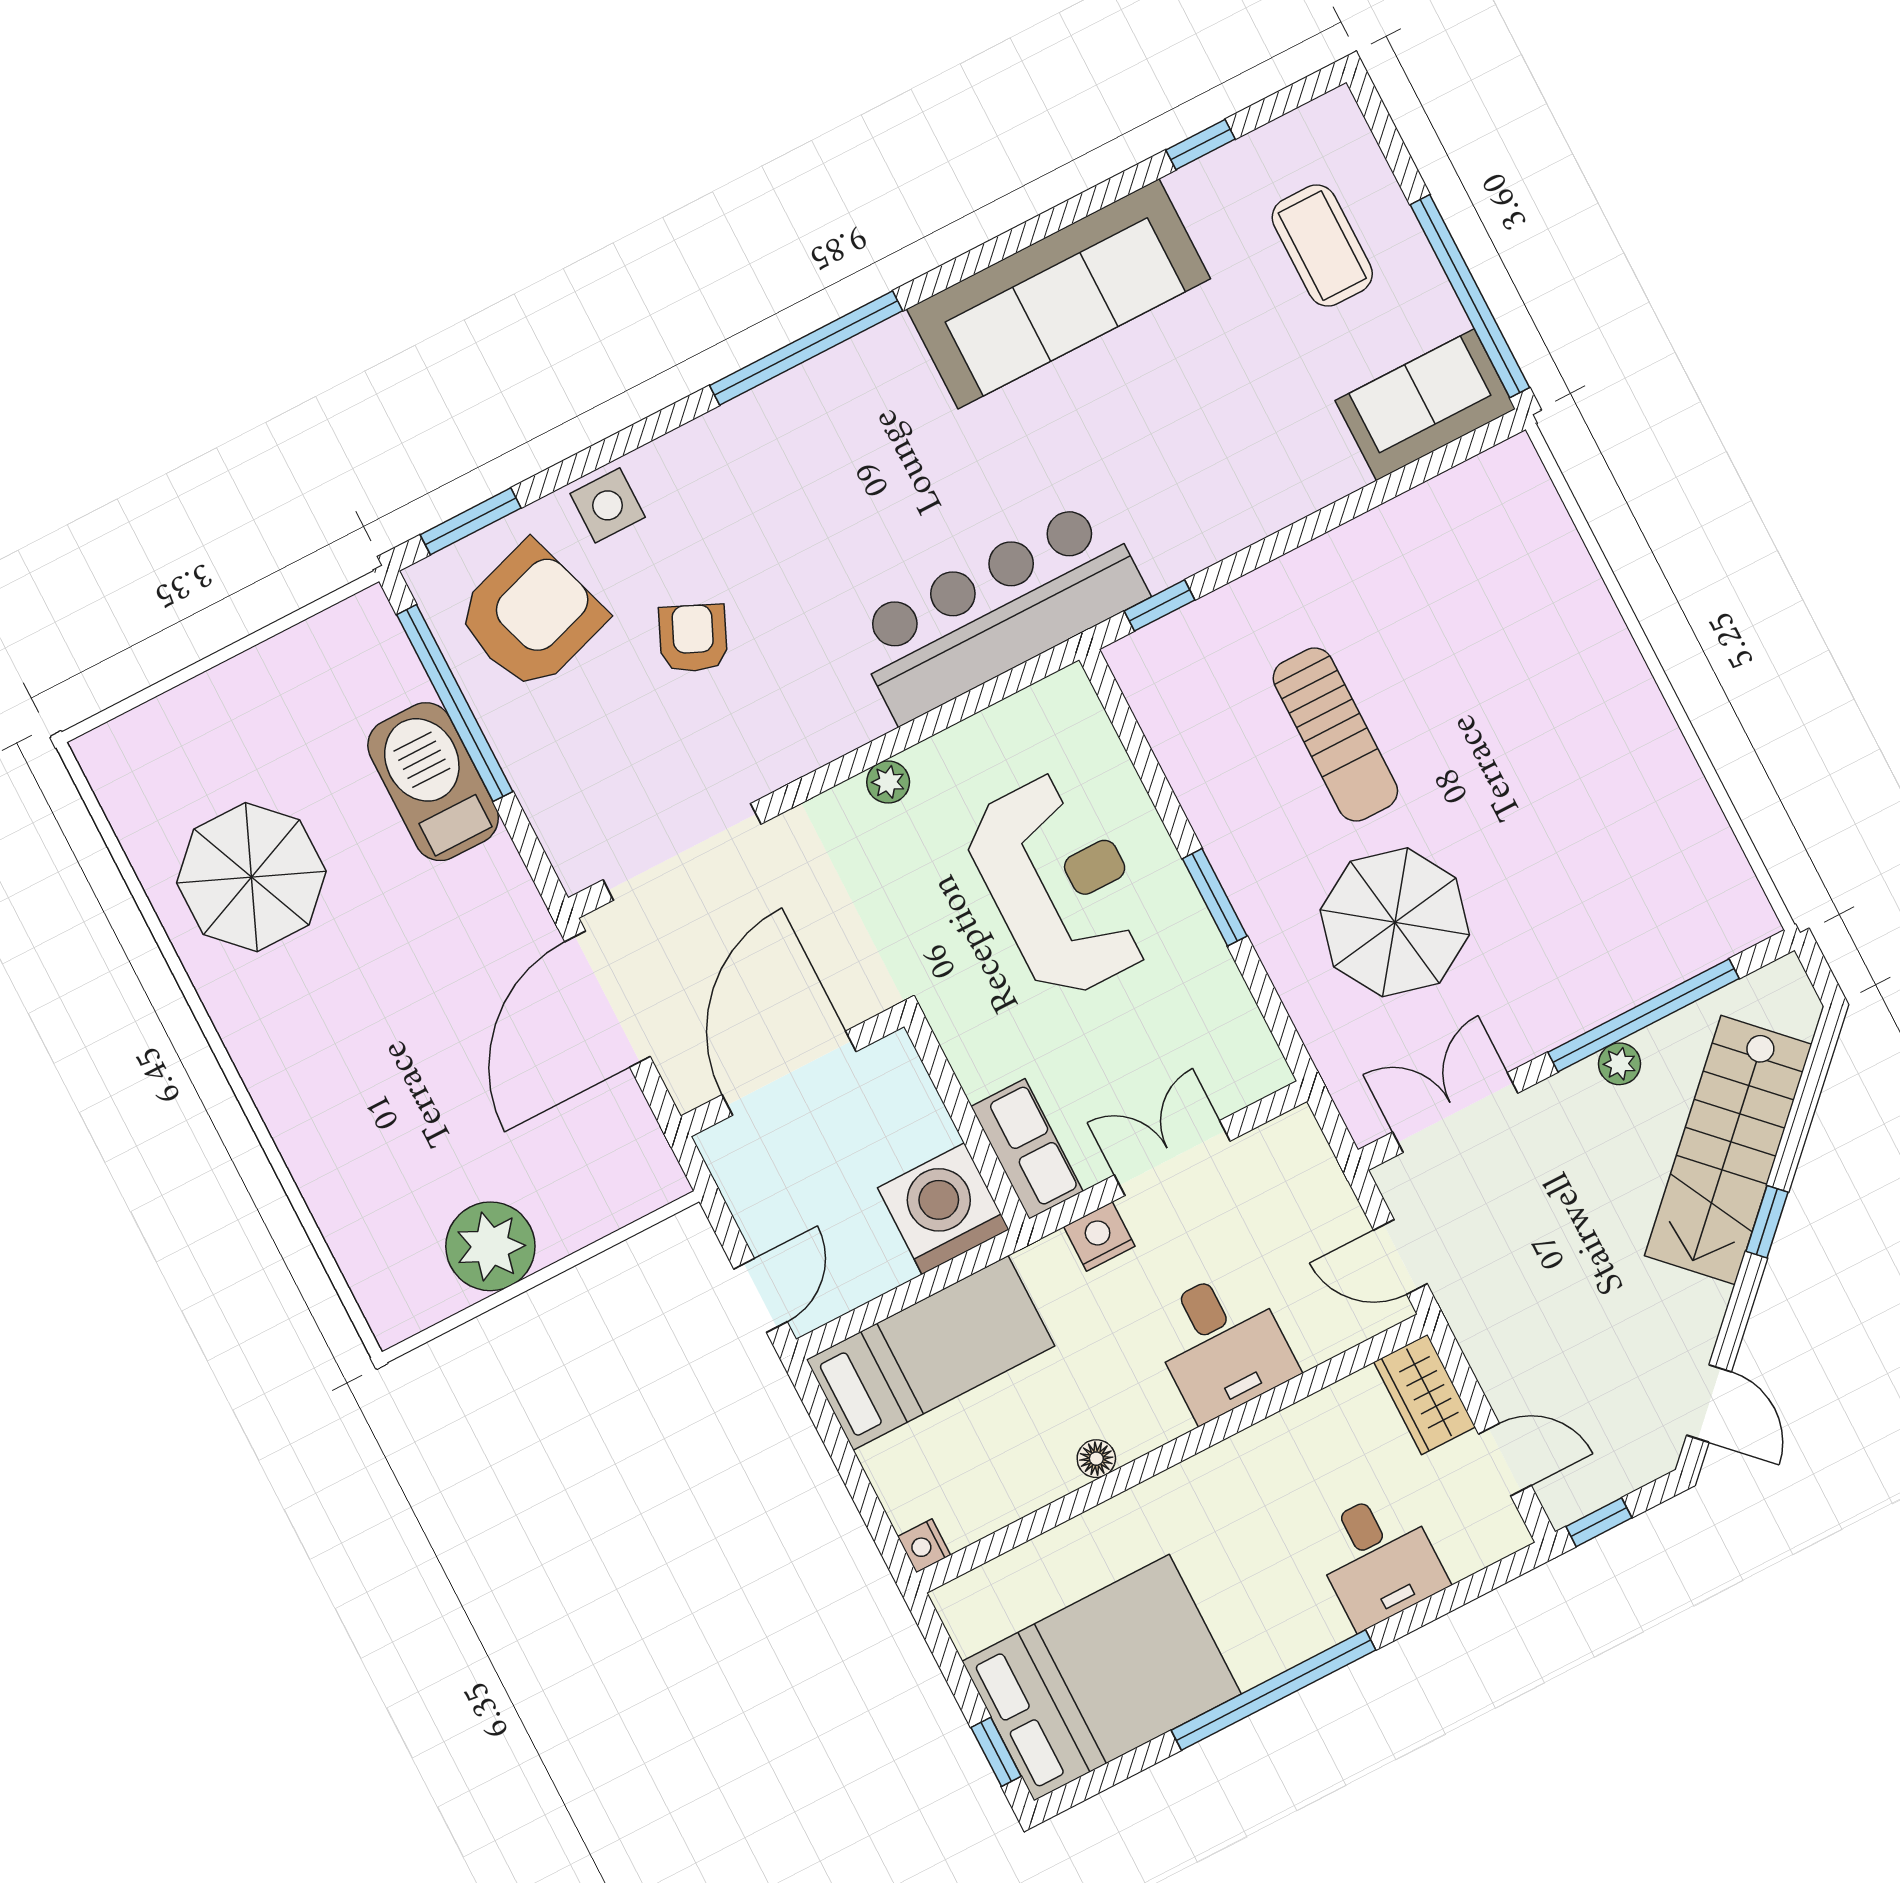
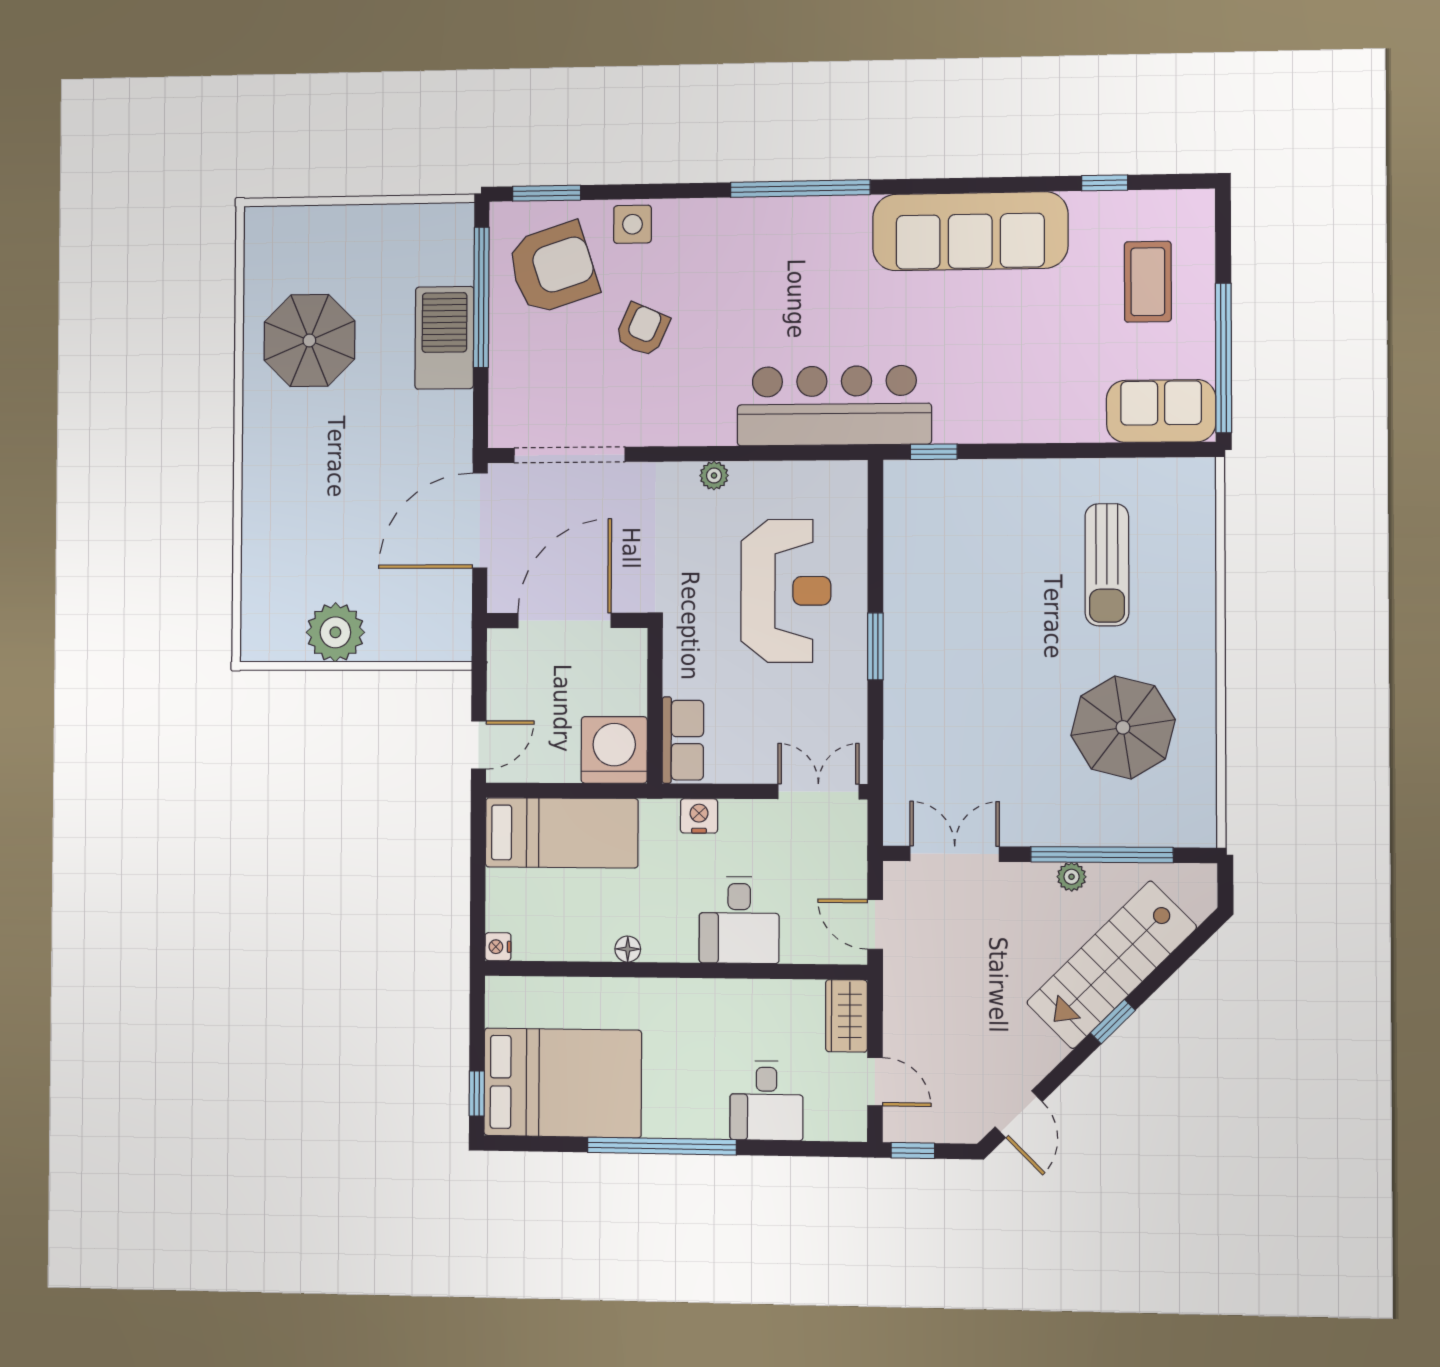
sun lounger: (1335, 735) -> (1107, 565), moved
parasol: (1395, 922) -> (1123, 727), moved
double door: (1172, 1158) -> (818, 792), moved

